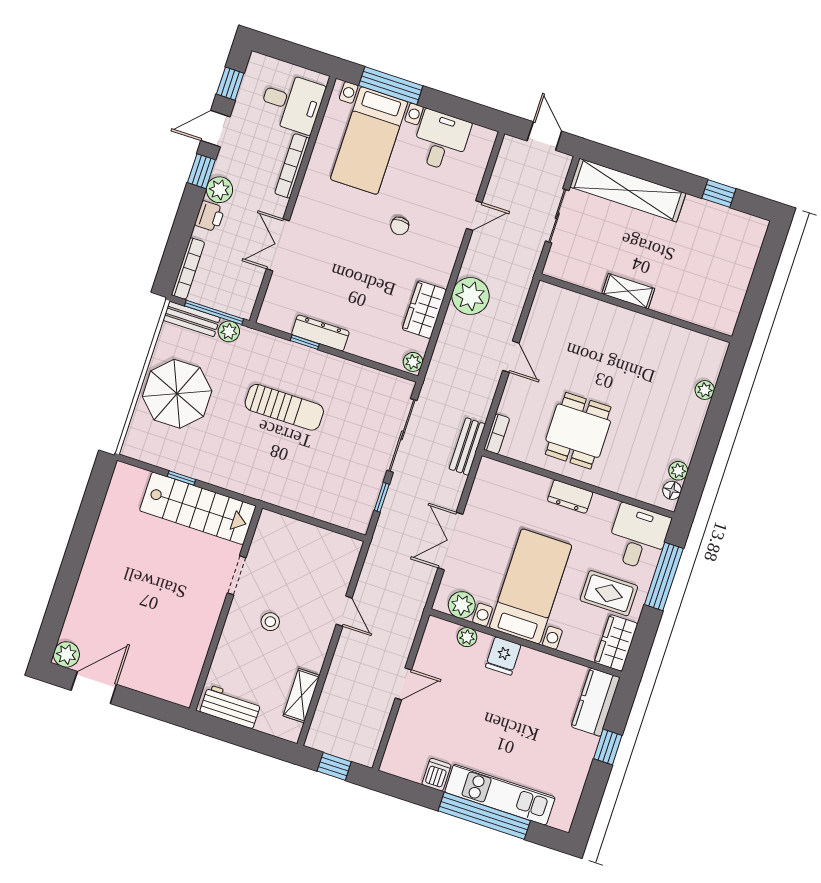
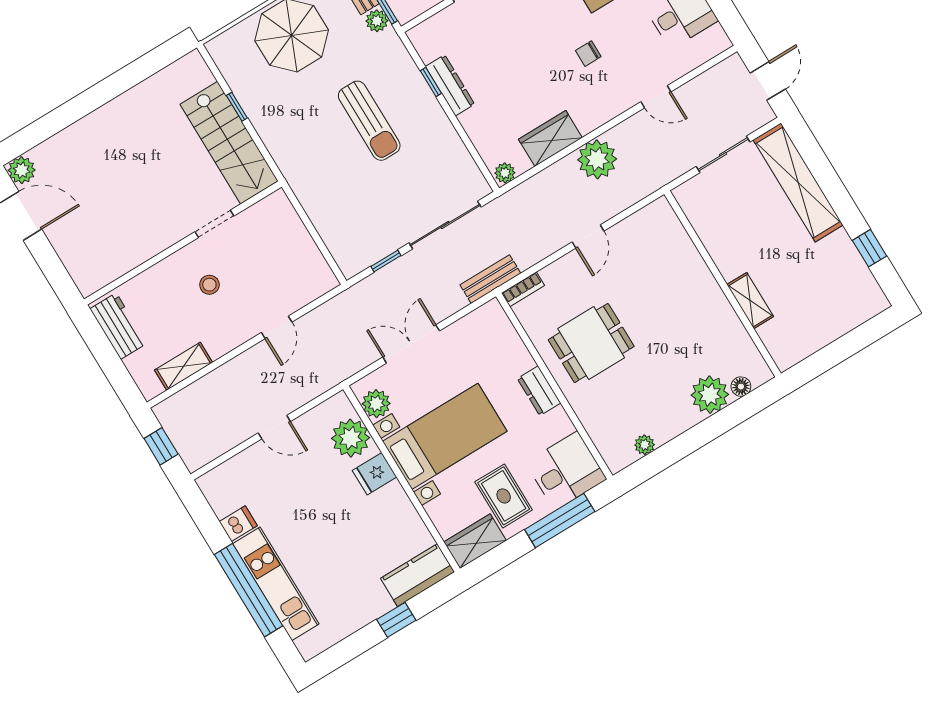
shelving: (628, 291) -> (750, 301), moved
plant: (705, 390) -> (710, 395), width x1.88, depth x1.88
floor lamp: (672, 490) -> (741, 387), moved
plant: (467, 637) -> (351, 438), width x1.88, depth x1.88

